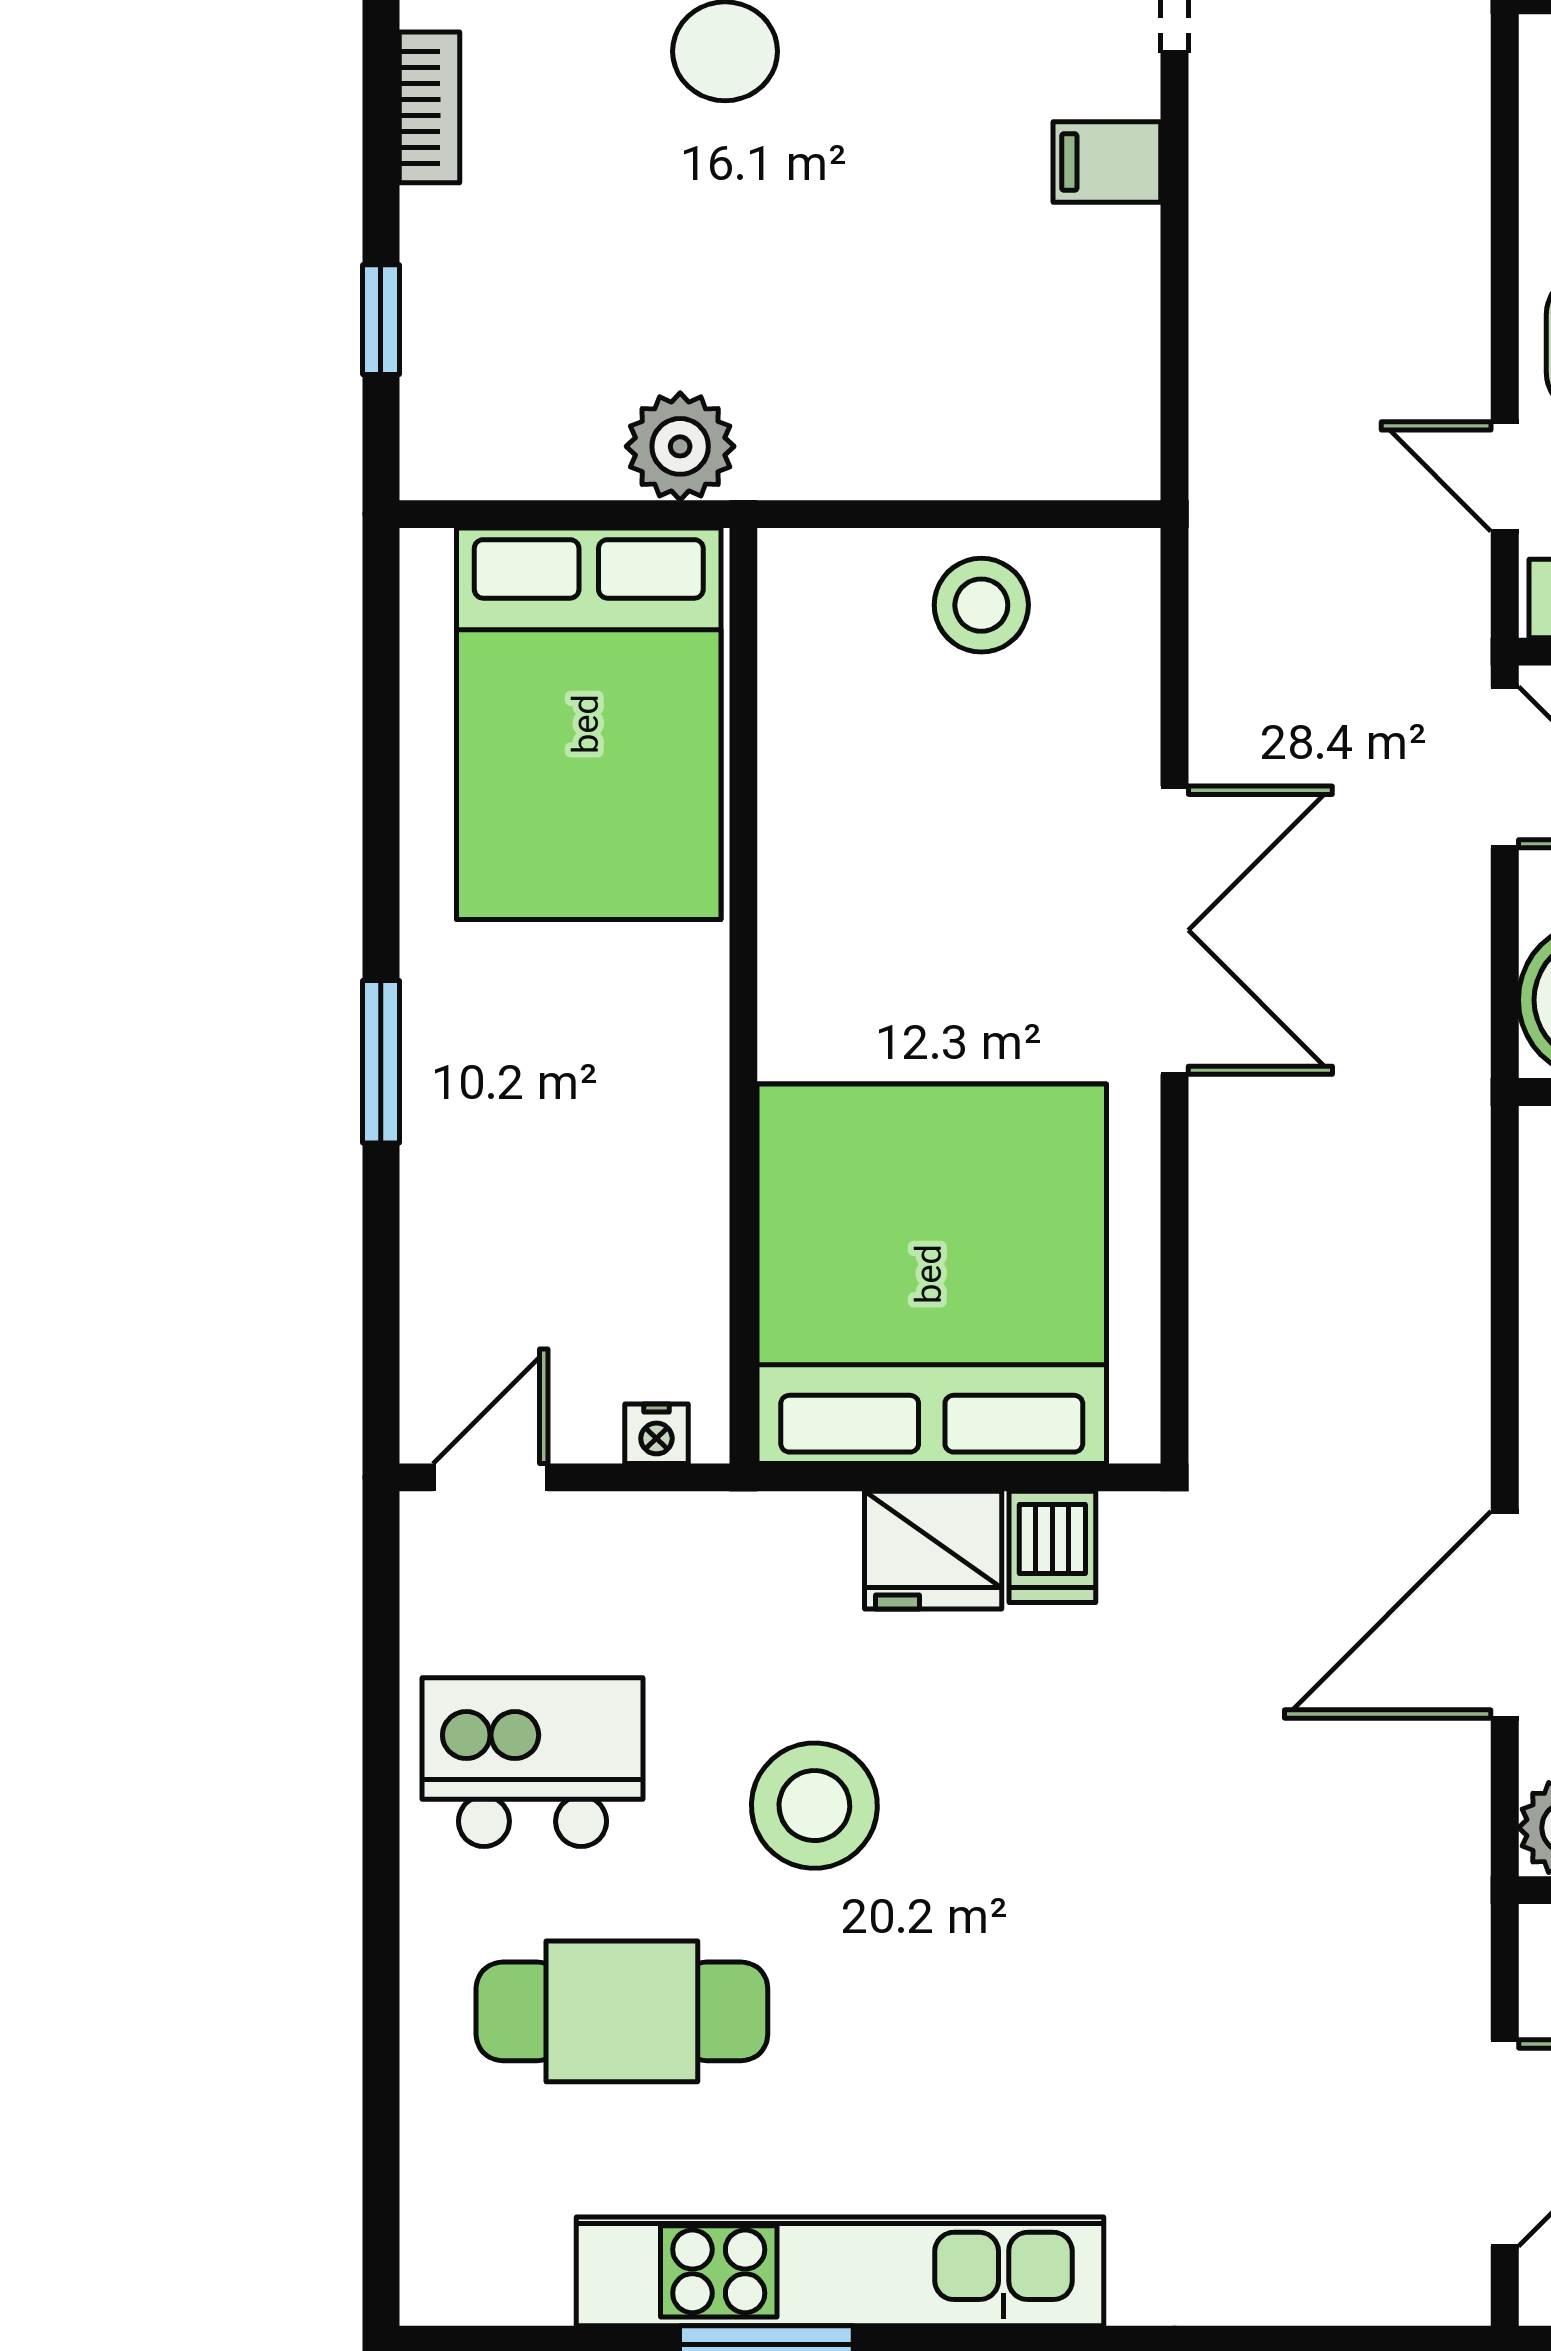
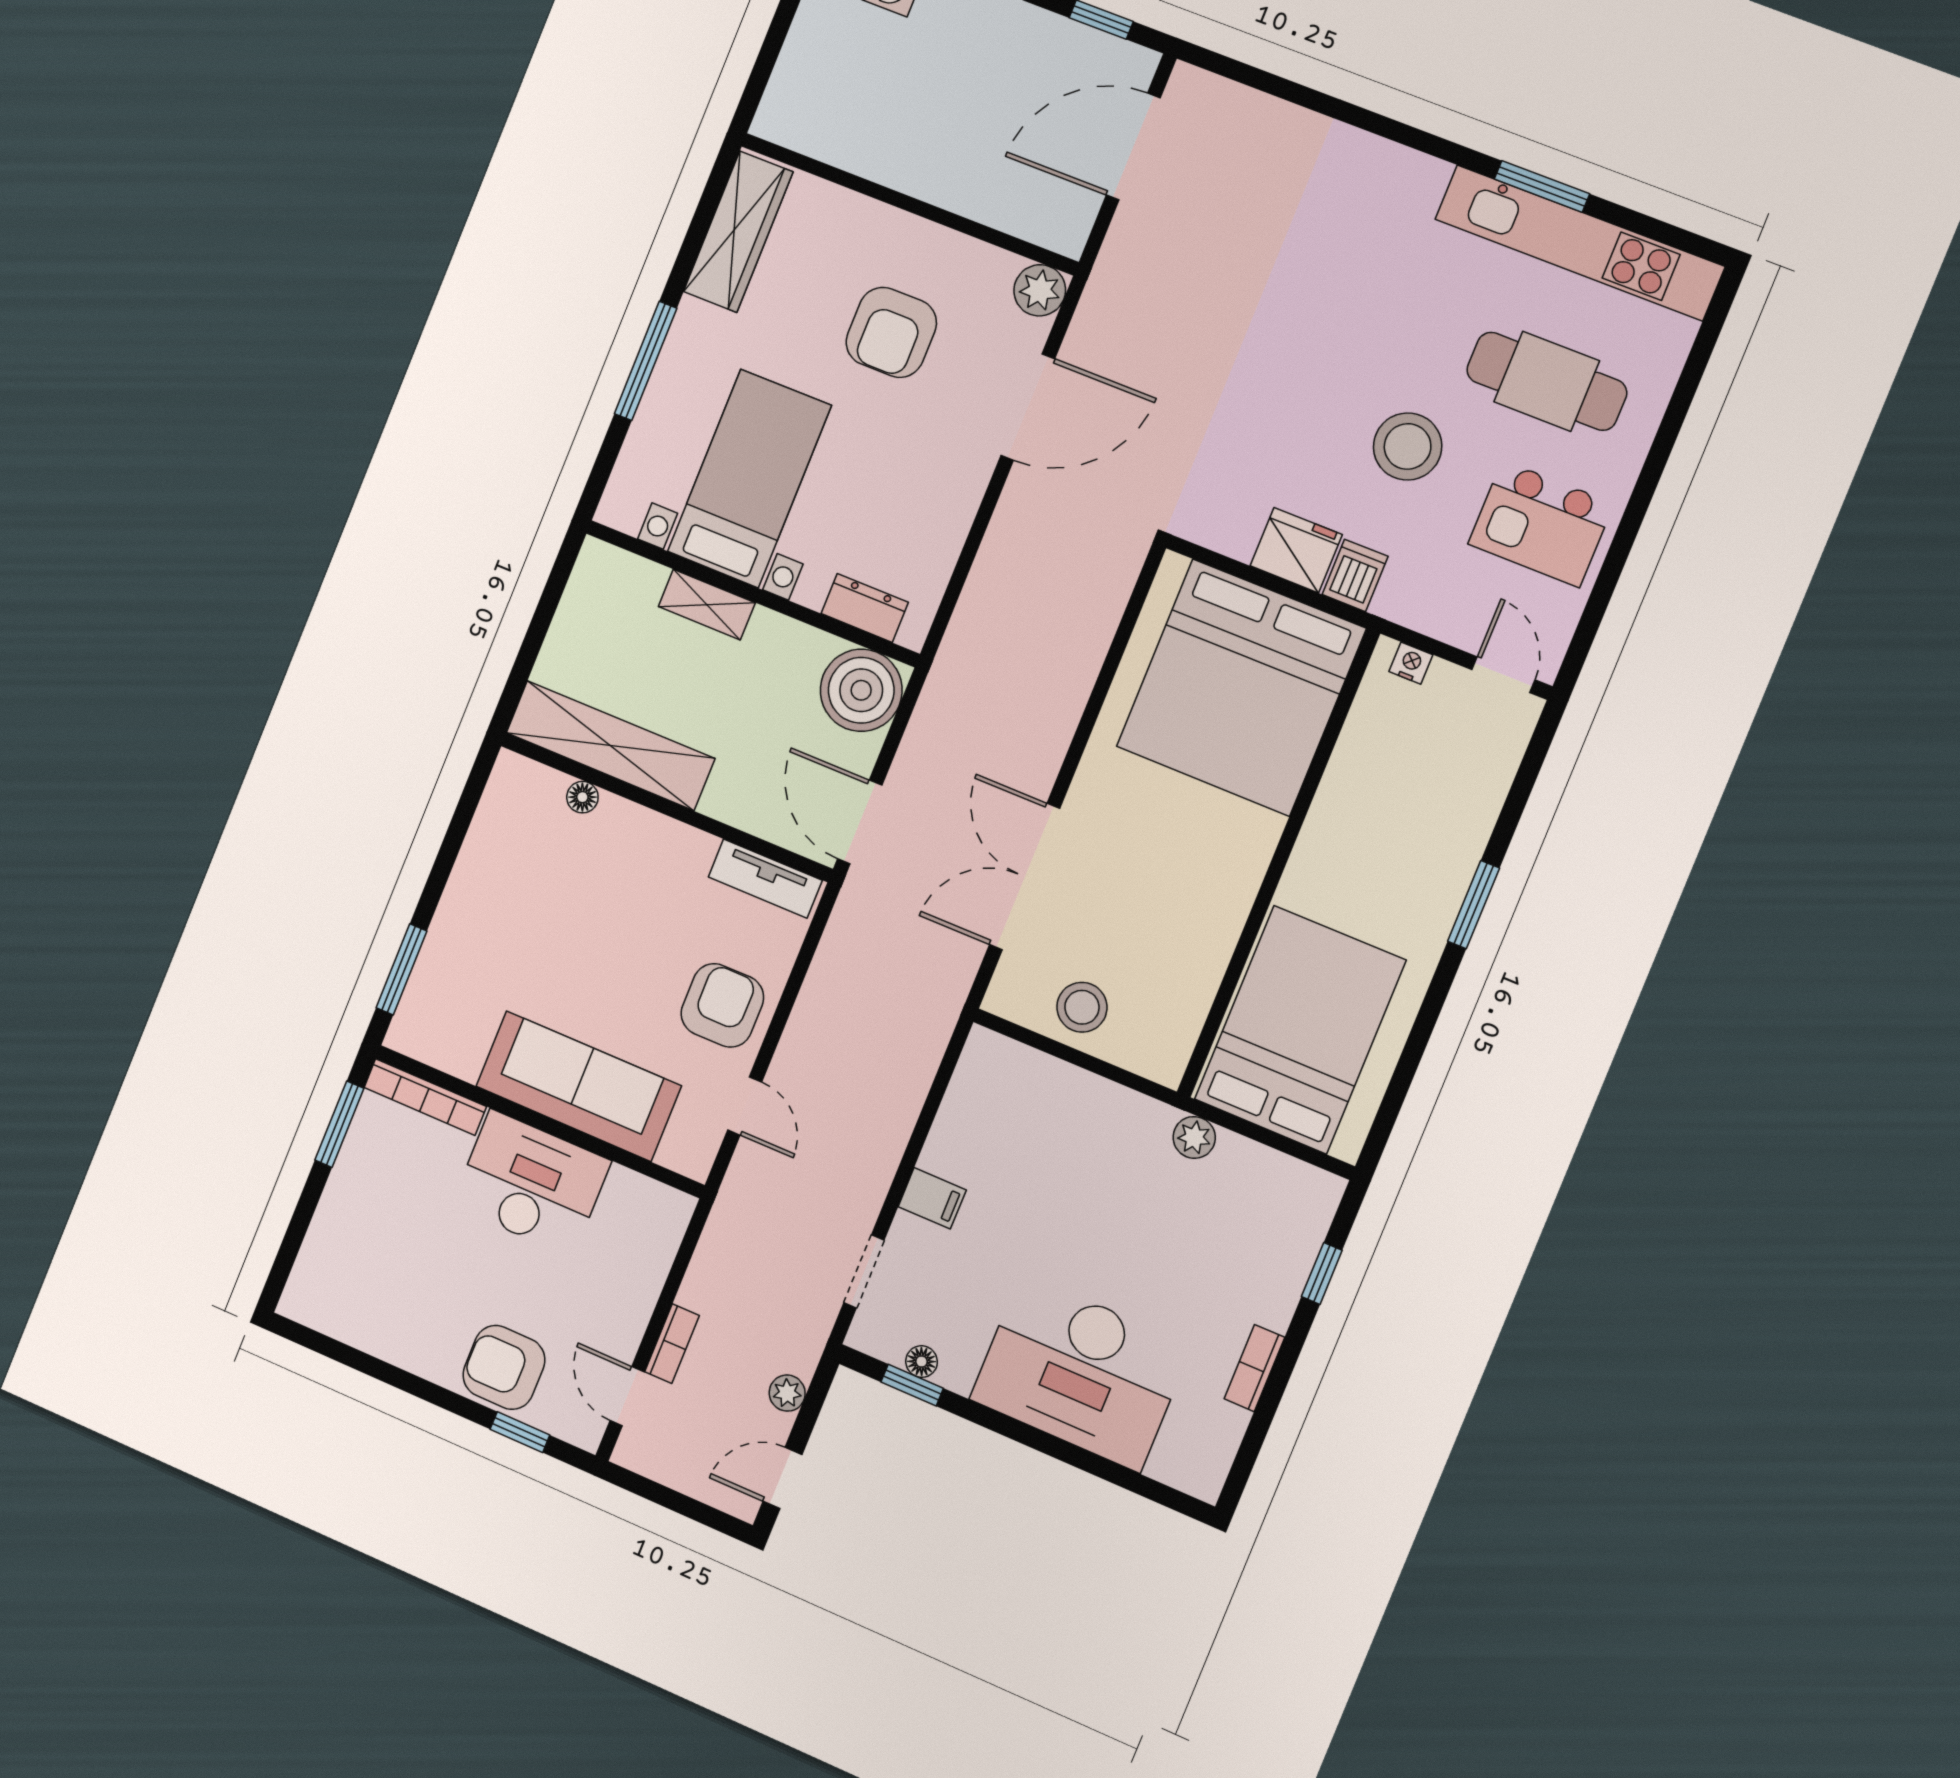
plant: (680, 446) -> (1194, 1137), width x0.73, depth x0.73
door: (1505, 477) -> (745, 1106), moved
double door: (1174, 930) -> (1025, 877), moved
door: (491, 1477) -> (1503, 675), swing flipped
dishwasher: (1052, 1547) -> (1355, 575), moved
kitchen unit: (840, 2271) -> (1579, 243), moved

